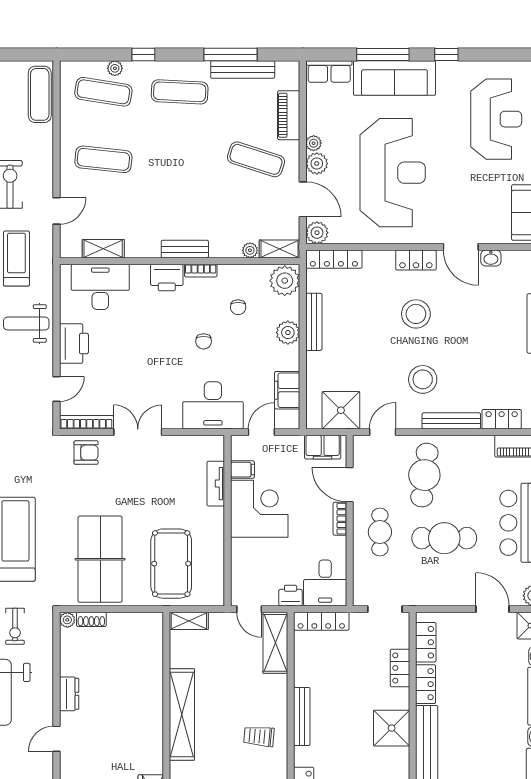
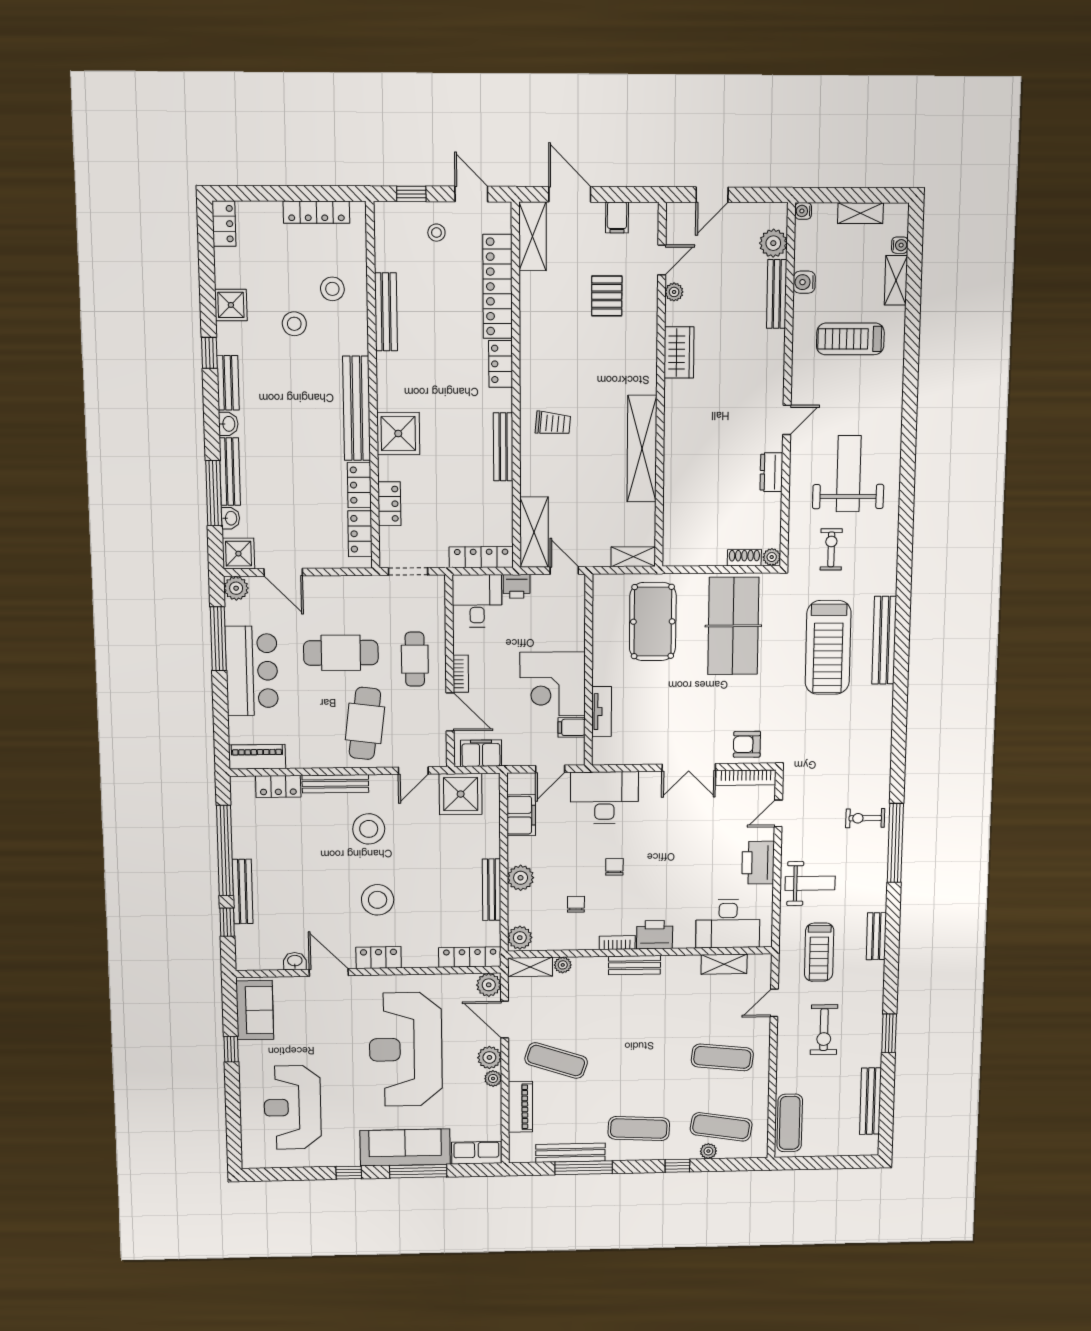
plant: (285, 281) -> (520, 938), width x0.73, depth x0.73

